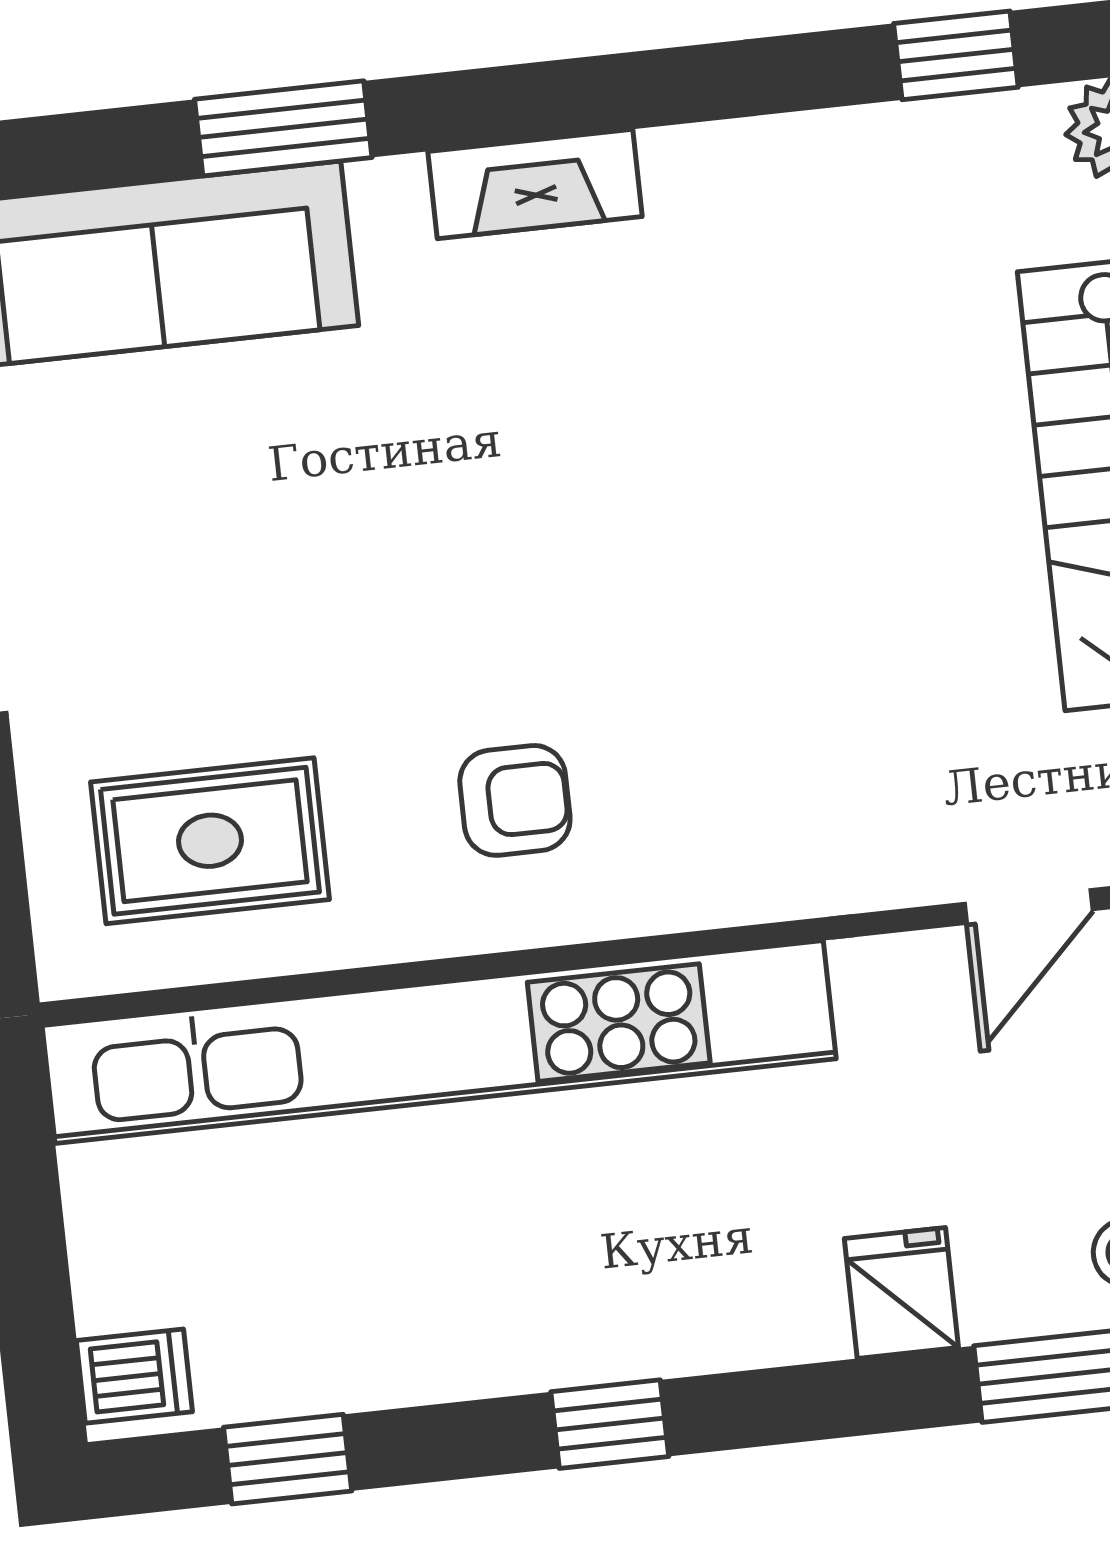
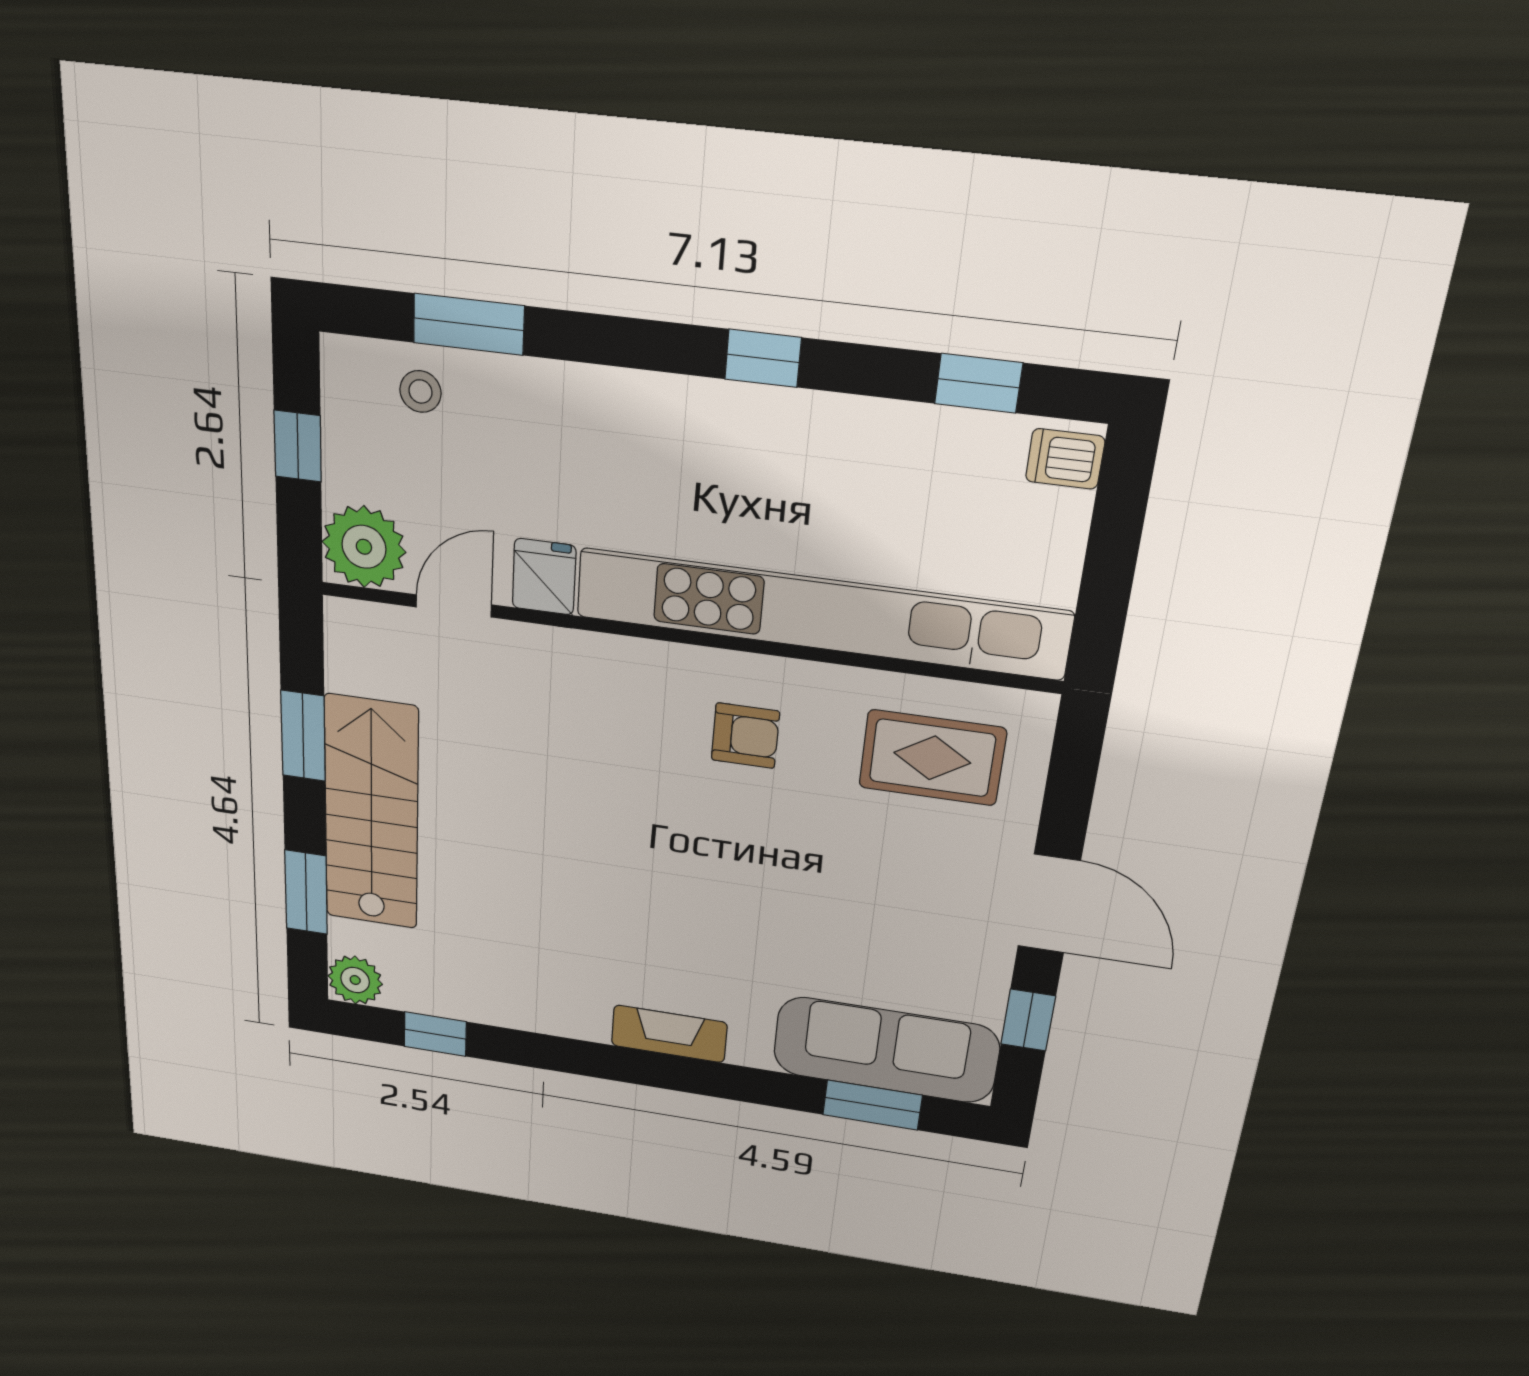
window: (283, 128) -> (872, 1105), moved
armchair: (515, 800) -> (745, 736), turned 180
fridge: (901, 1293) -> (544, 577), moved, turned 180

